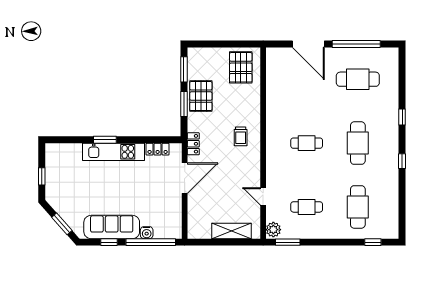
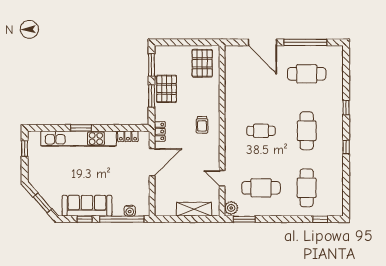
kitchen unit: (114, 152) -> (79, 139), width x1.36
window: (42, 176) -> (25, 148), moved
cafe table: (307, 207) -> (261, 188), width x1.37, depth x1.35
water cooler: (147, 233) -> (130, 211), moved

